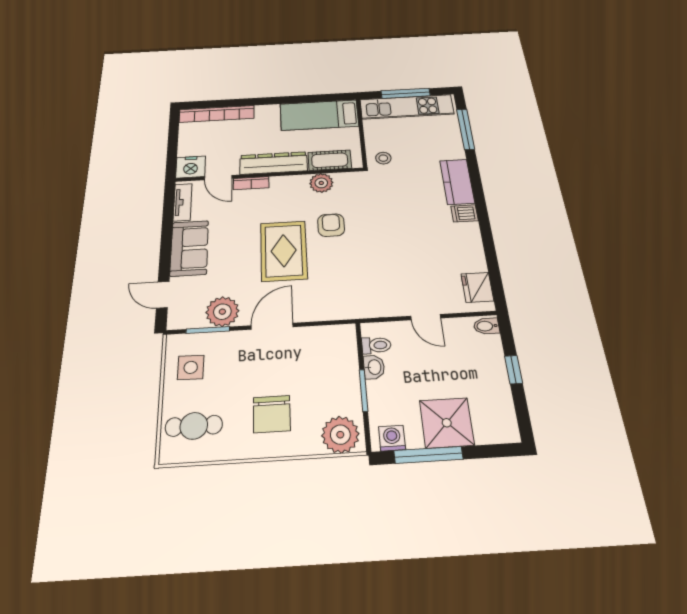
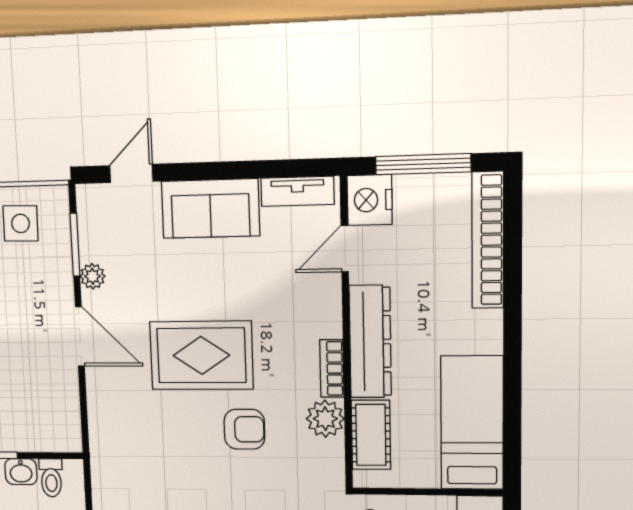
window: (173, 144) -> (423, 164), added
bookcase: (251, 183) -> (332, 368), moved
plant: (222, 312) -> (92, 276), width x0.53, depth x0.53

